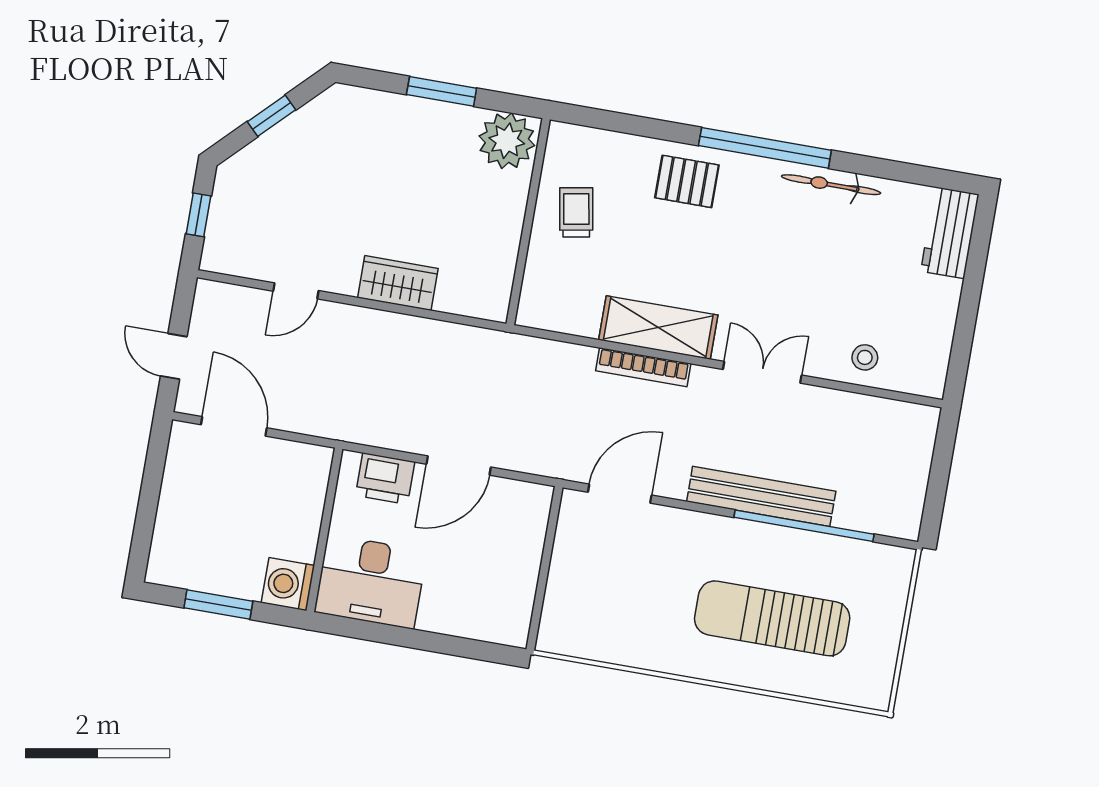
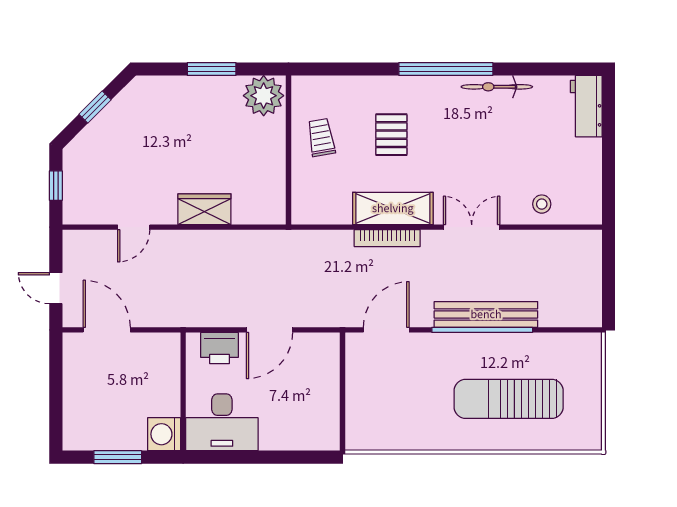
pallet: (687, 181) -> (391, 135), moved, turned 90
window: (804, 526) -> (482, 330), moved

